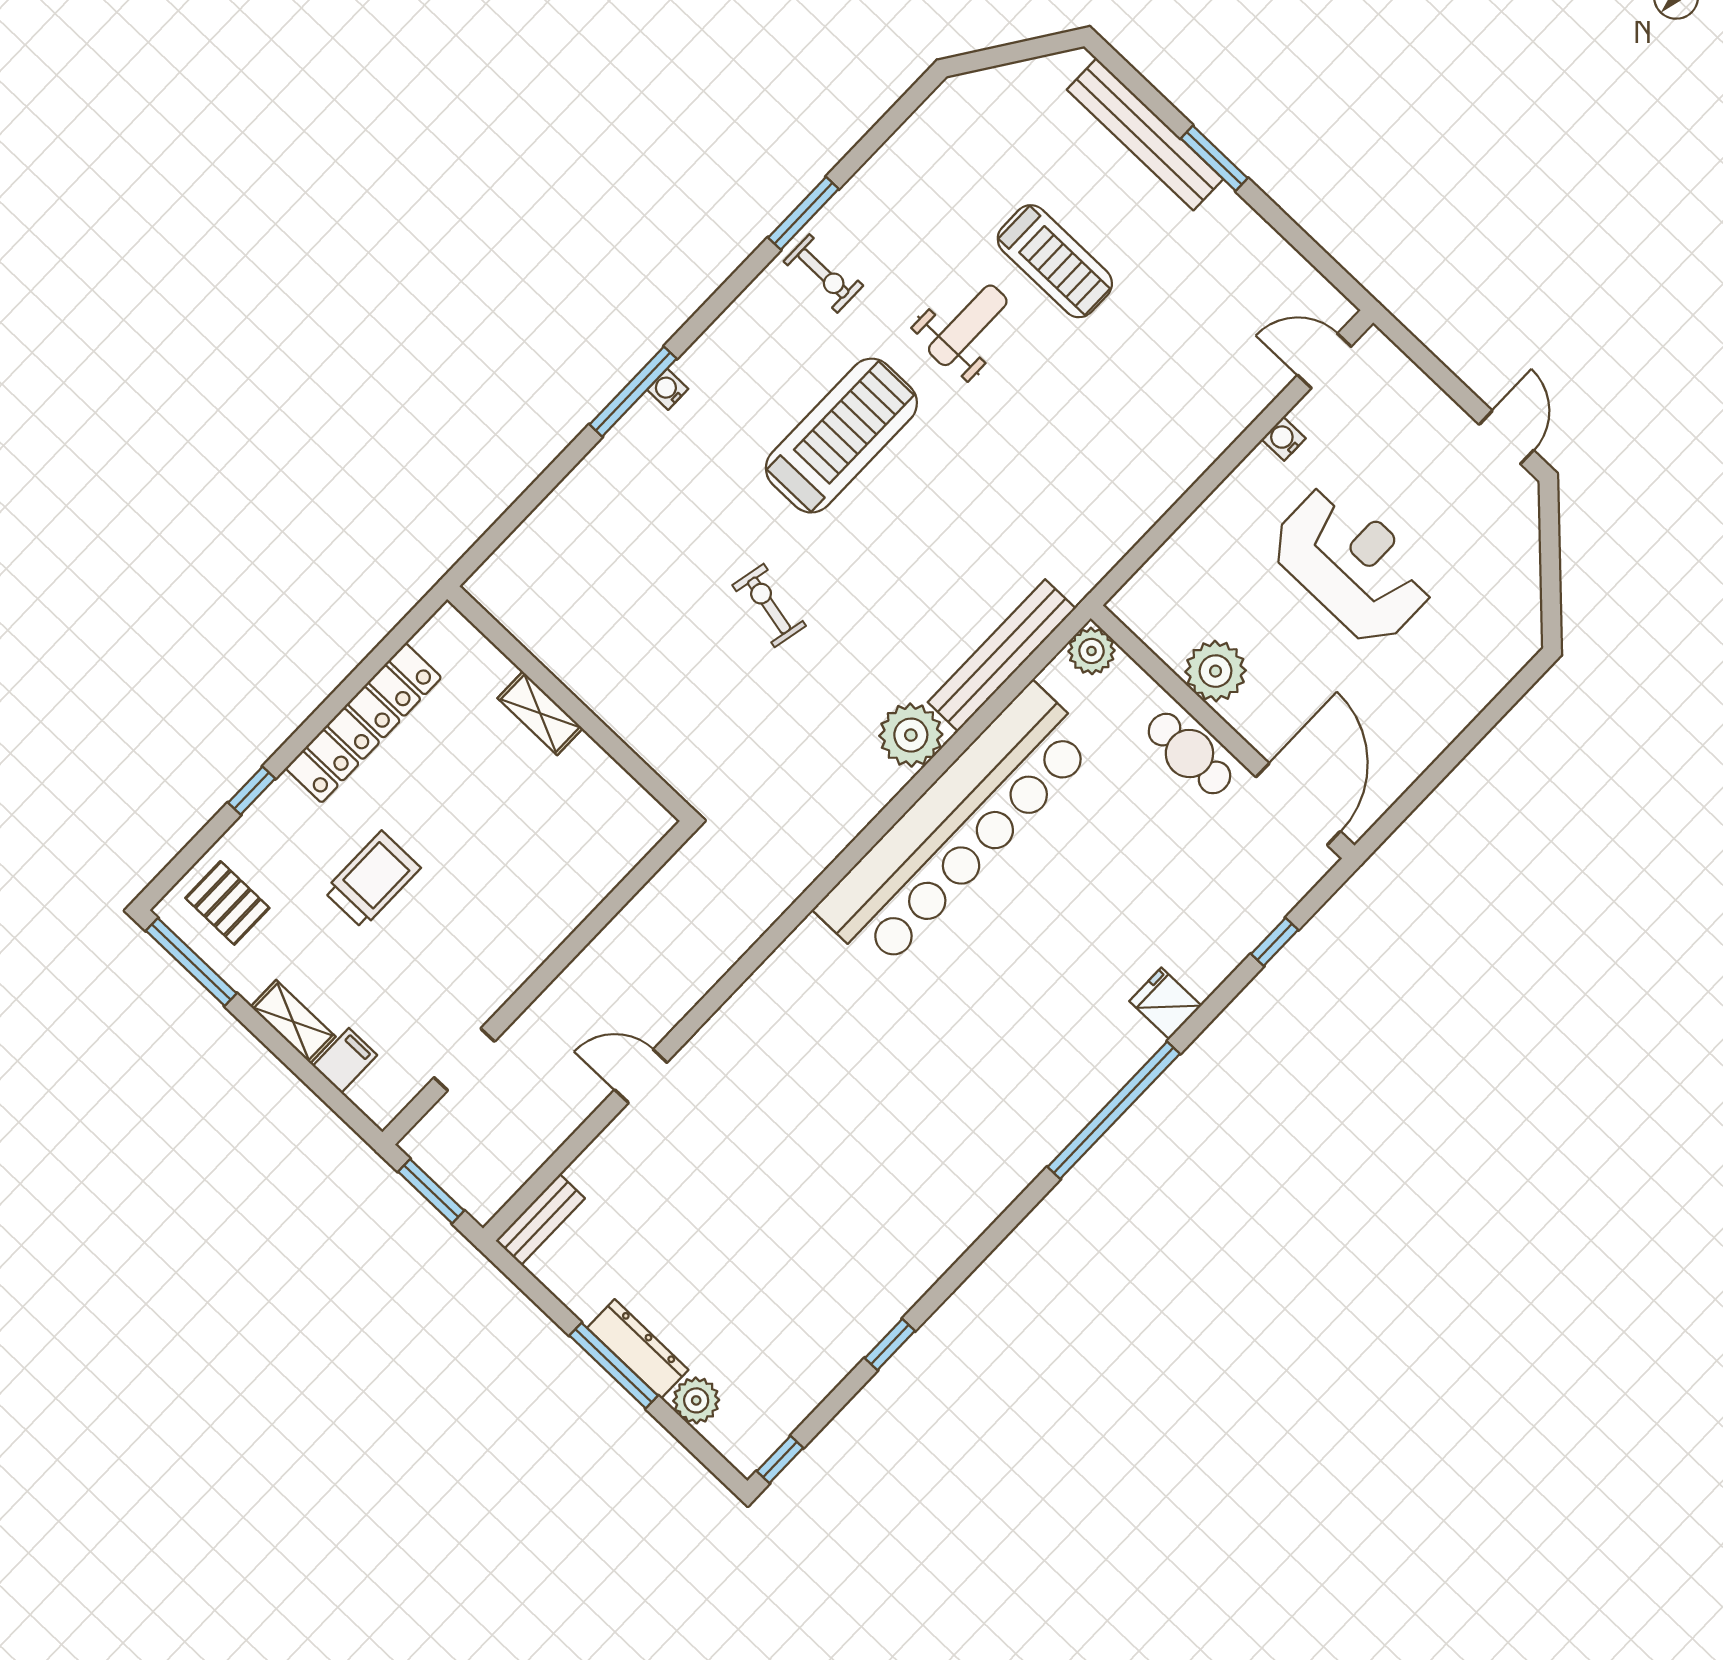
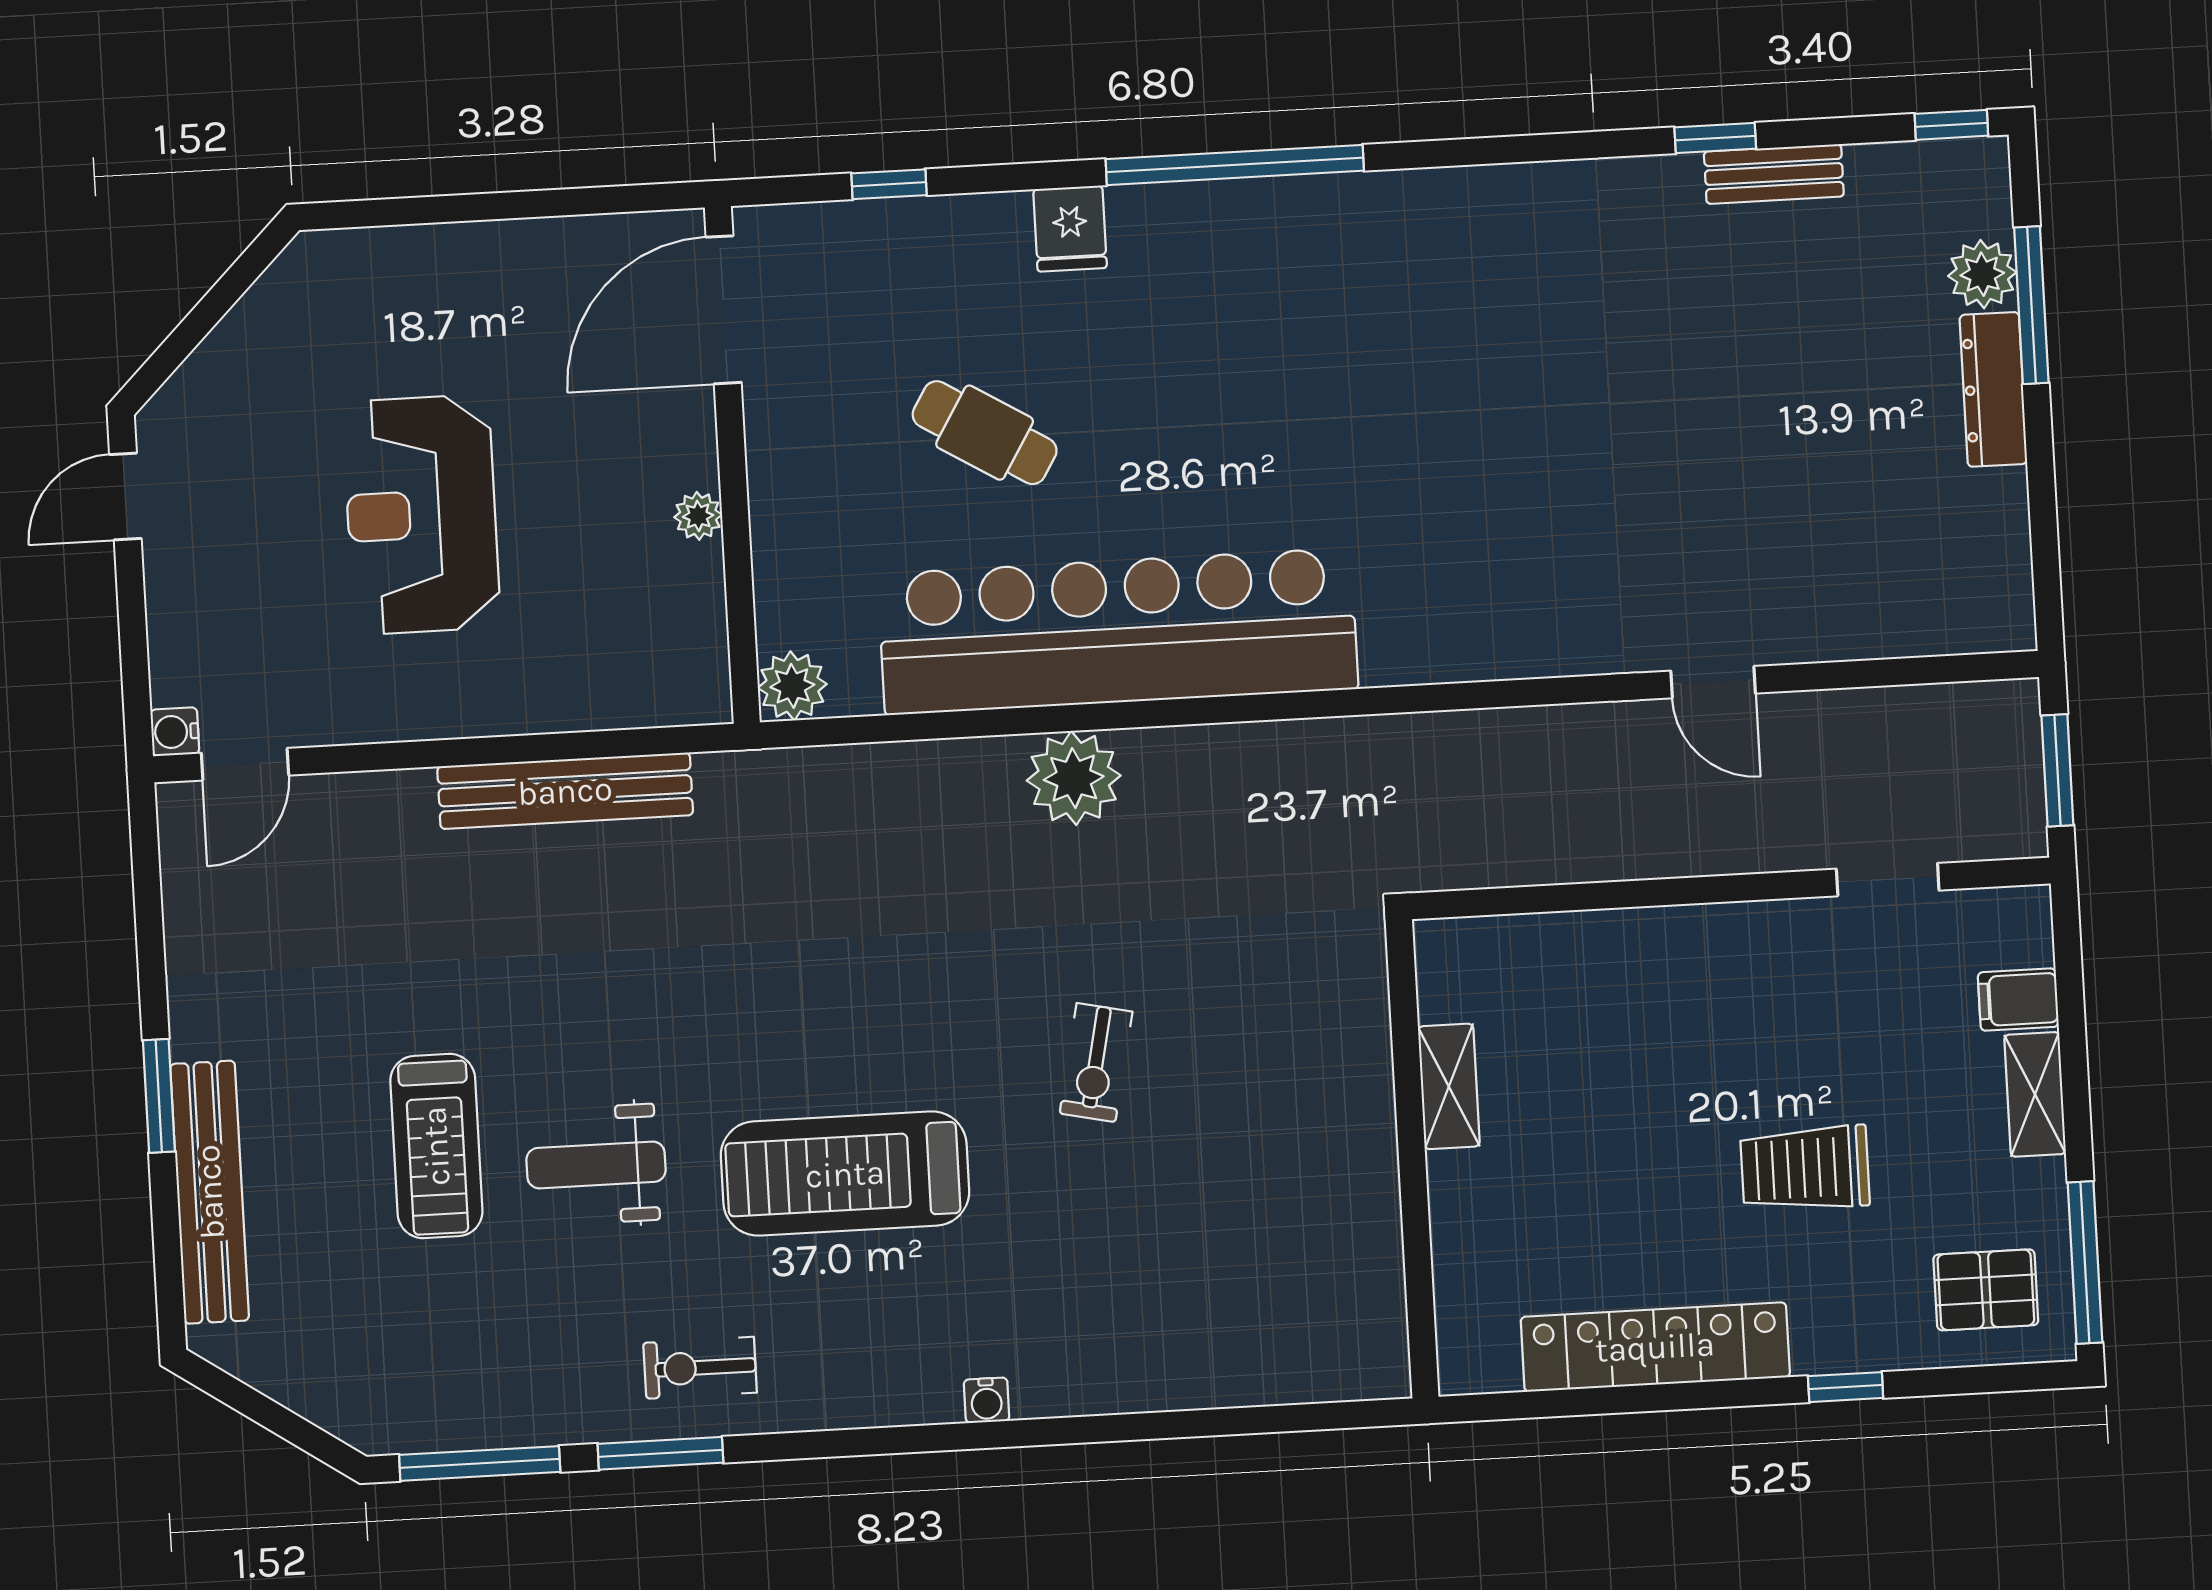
treadmill: (1055, 261) -> (436, 1146), turned 180
exercise bike: (823, 273) -> (700, 1368), turned -90
door: (1324, 361) -> (245, 764), hinge flipped
window: (633, 392) -> (480, 1463), moved
water cooler: (1284, 439) -> (175, 732), moved, turned 90
bench: (1002, 655) -> (565, 791), moved
plant: (1216, 671) -> (698, 516), width x0.53, depth x0.53
shelving: (540, 713) -> (1449, 1086), moved
cafe table: (1189, 754) -> (985, 433), moved, turned -59
pallet: (227, 903) -> (1986, 1290), turned 90
bench: (540, 1220) -> (1774, 174), moved
window: (614, 1366) -> (2031, 305), moved

